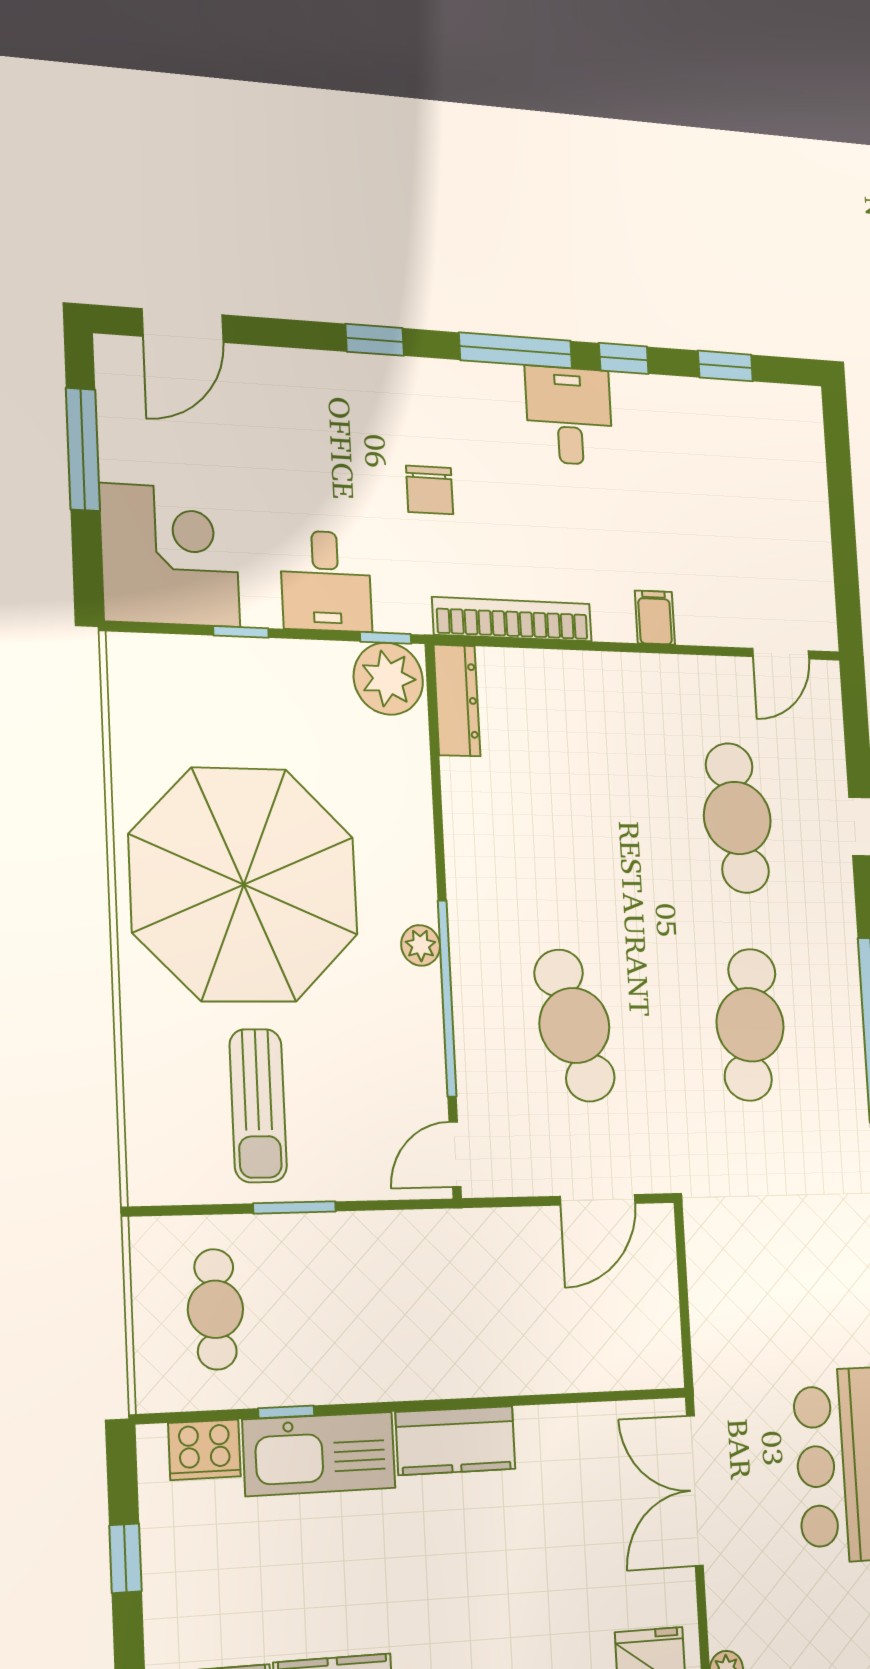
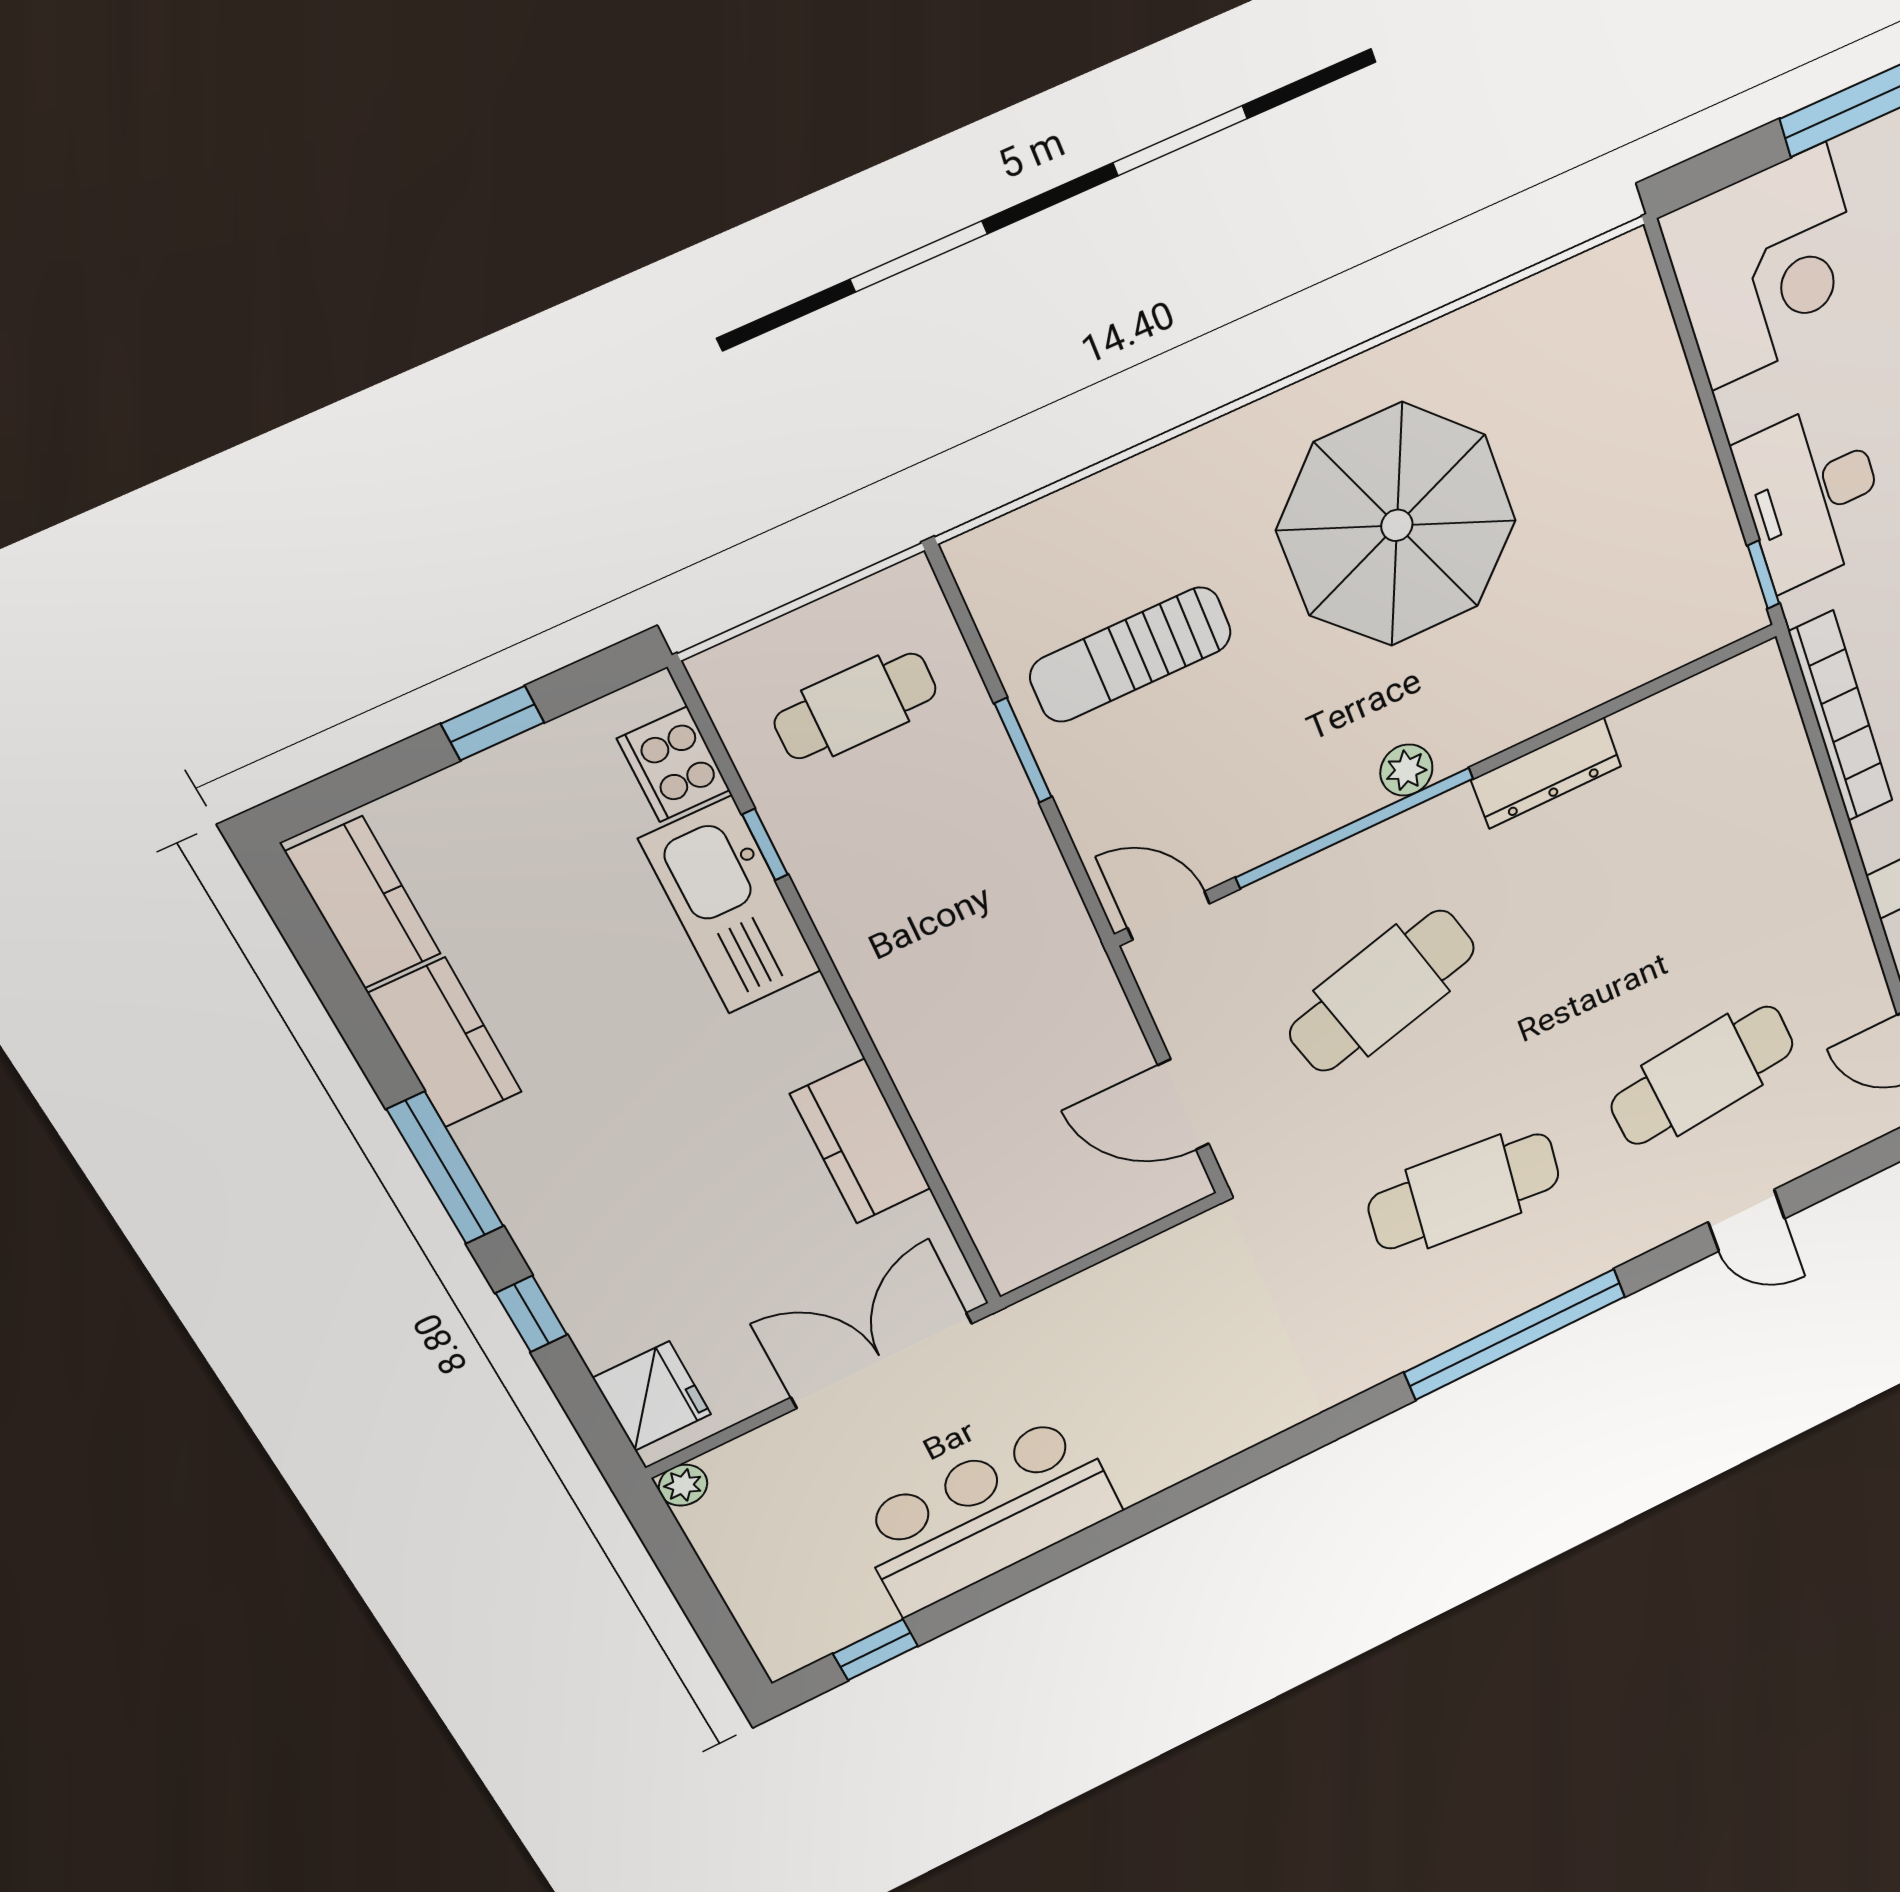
desk: (326, 581) -> (1812, 494), width x1.37
window: (241, 632) -> (1706, 395), removed
plant: (388, 679) -> (1715, 598), removed
dresser: (457, 700) -> (1546, 773), moved
parasol: (244, 885) -> (1397, 525), width x0.73, depth x0.73
kitchen counter: (456, 1441) -> (861, 1142), moved

